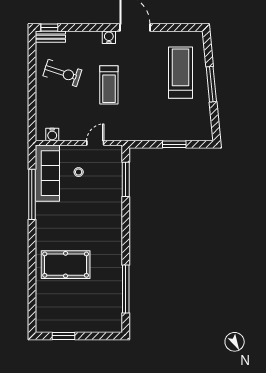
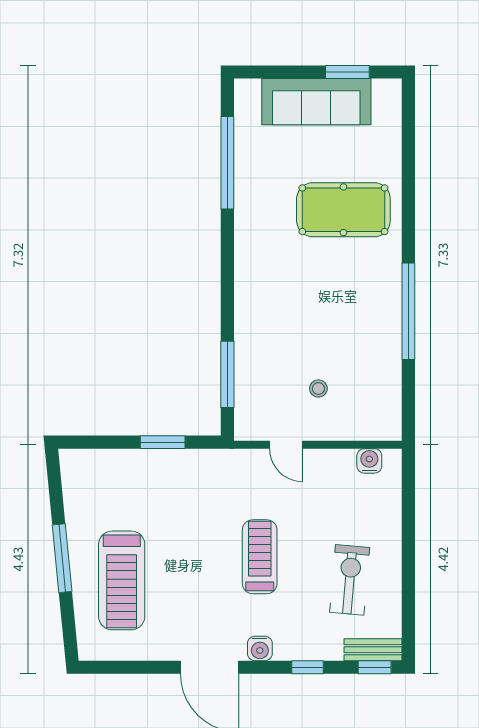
window: (84, 28) -> (307, 667), added
exercise bike: (62, 73) -> (350, 580), turned 77
door: (95, 143) -> (286, 445), hinge flipped
window: (174, 144) -> (163, 442), moved
sofa: (47, 173) -> (316, 102), moved, turned -90
window: (32, 194) -> (408, 311), moved

